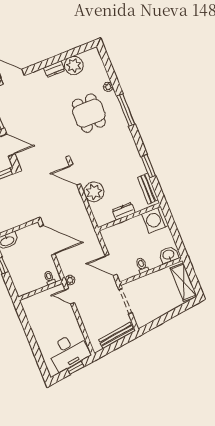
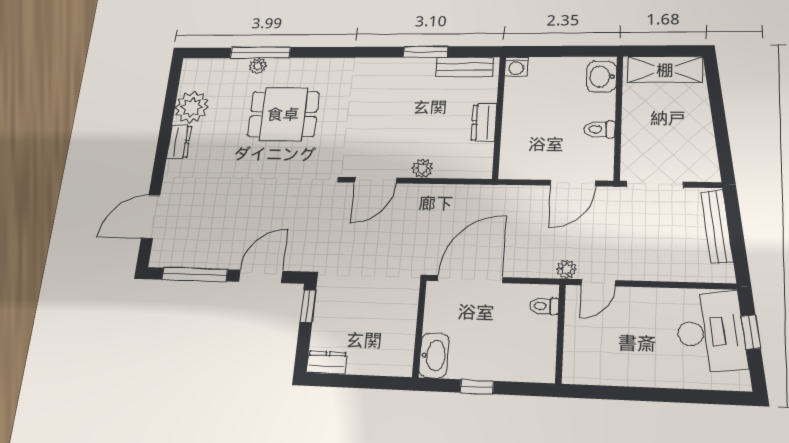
window: (126, 110) -> (260, 53), moved
plant: (94, 192) -> (422, 168), width x0.53, depth x0.53
washing machine: (155, 220) -> (516, 67), width x0.53, depth x0.53

